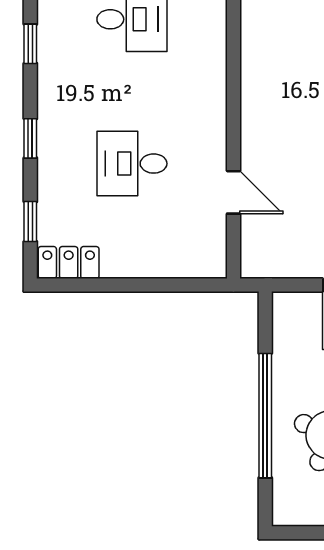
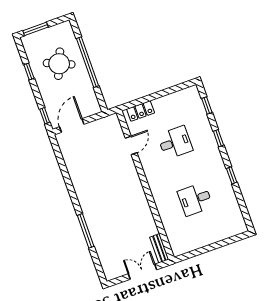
door: (234, 192) -> (131, 145), swing flipped
locker: (69, 263) -> (141, 111), moved

